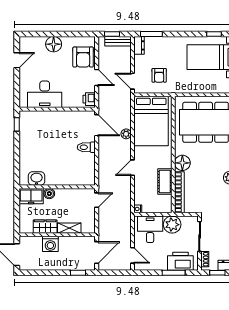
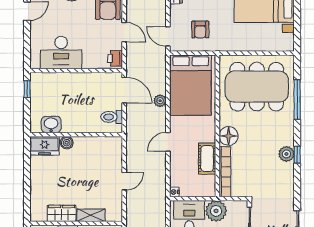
washbasin: (37, 179) -> (51, 124), moved
wall: (57, 187) -> (76, 135), moved
boiler: (49, 194) -> (67, 143), moved
freezer: (31, 196) -> (45, 146), moved

